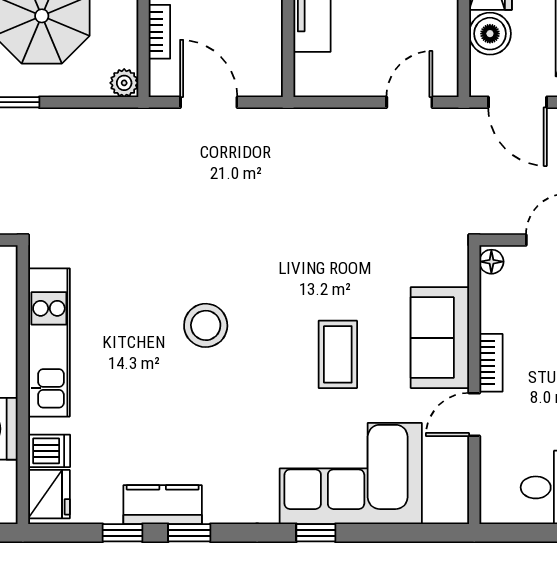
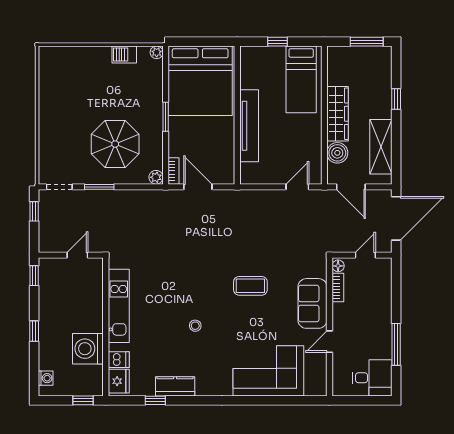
bookcase: (159, 32) -> (173, 171), moved
stool: (206, 325) -> (195, 326), moved, width x0.53, depth x0.53
coffee table: (338, 354) -> (250, 286), moved, turned 90
bookcase: (491, 363) -> (338, 288), moved
window: (189, 533) -> (188, 400), removed
window: (316, 533) -> (251, 400), removed

